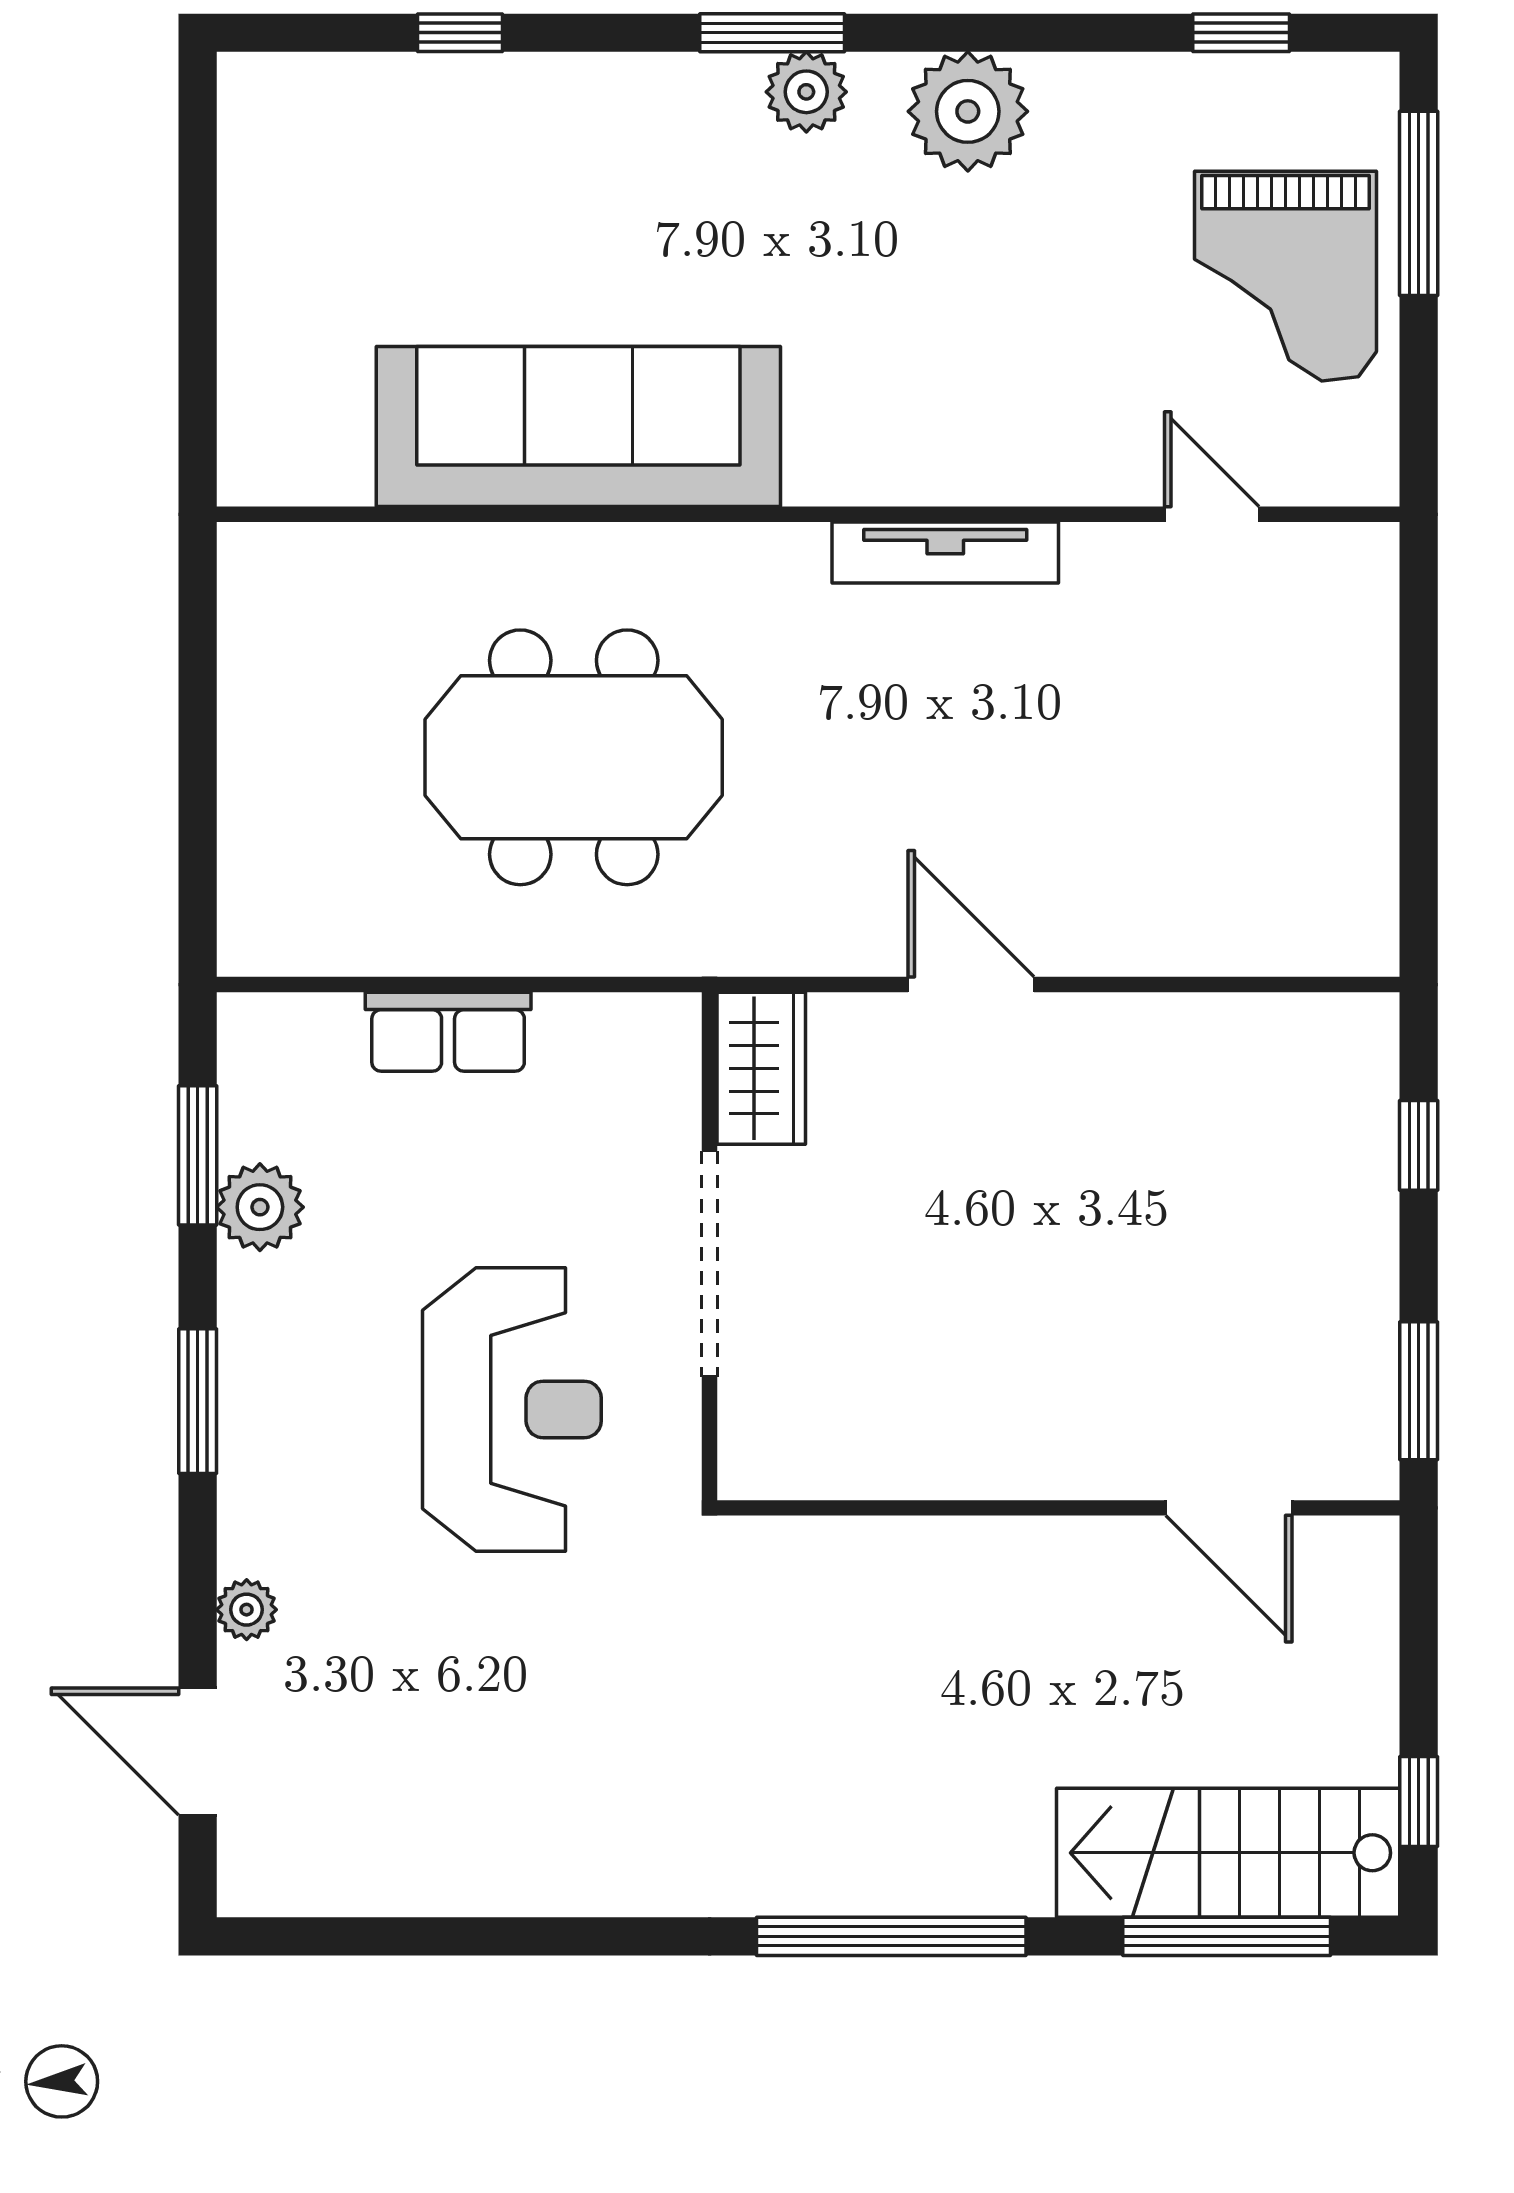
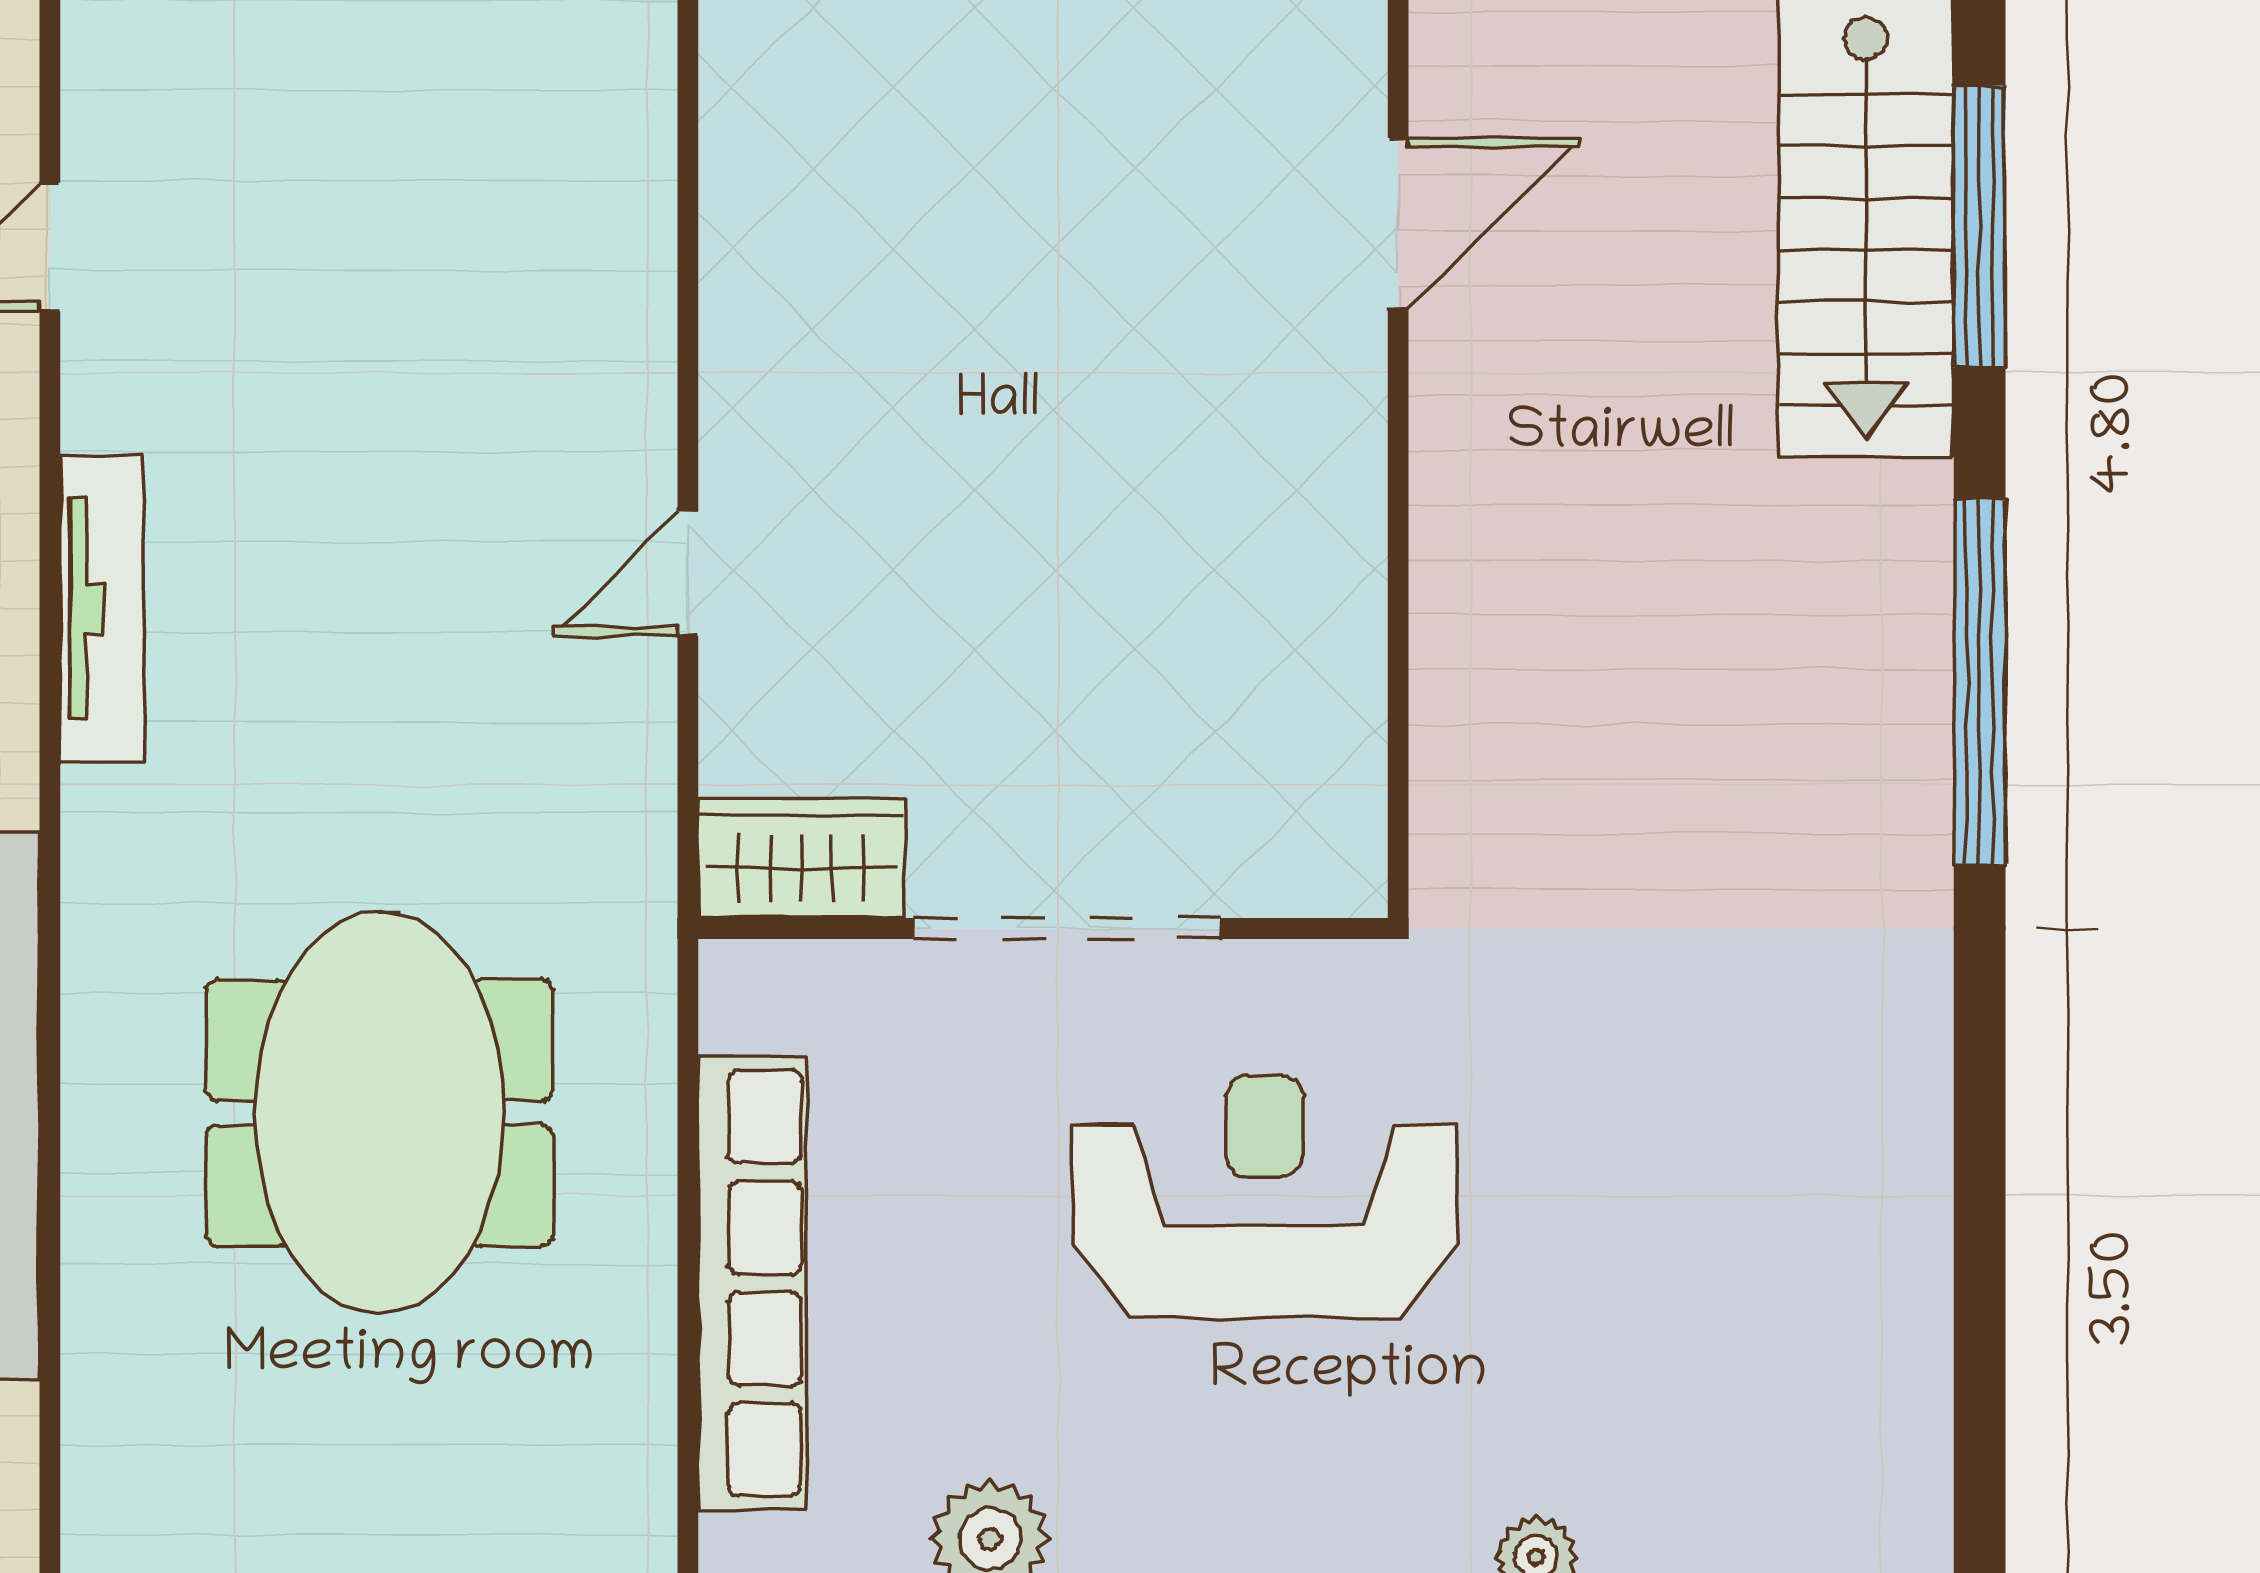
door: (971, 985) -> (688, 574), width x0.73
row of seats: (448, 1032) -> (752, 1283), width x2.02

